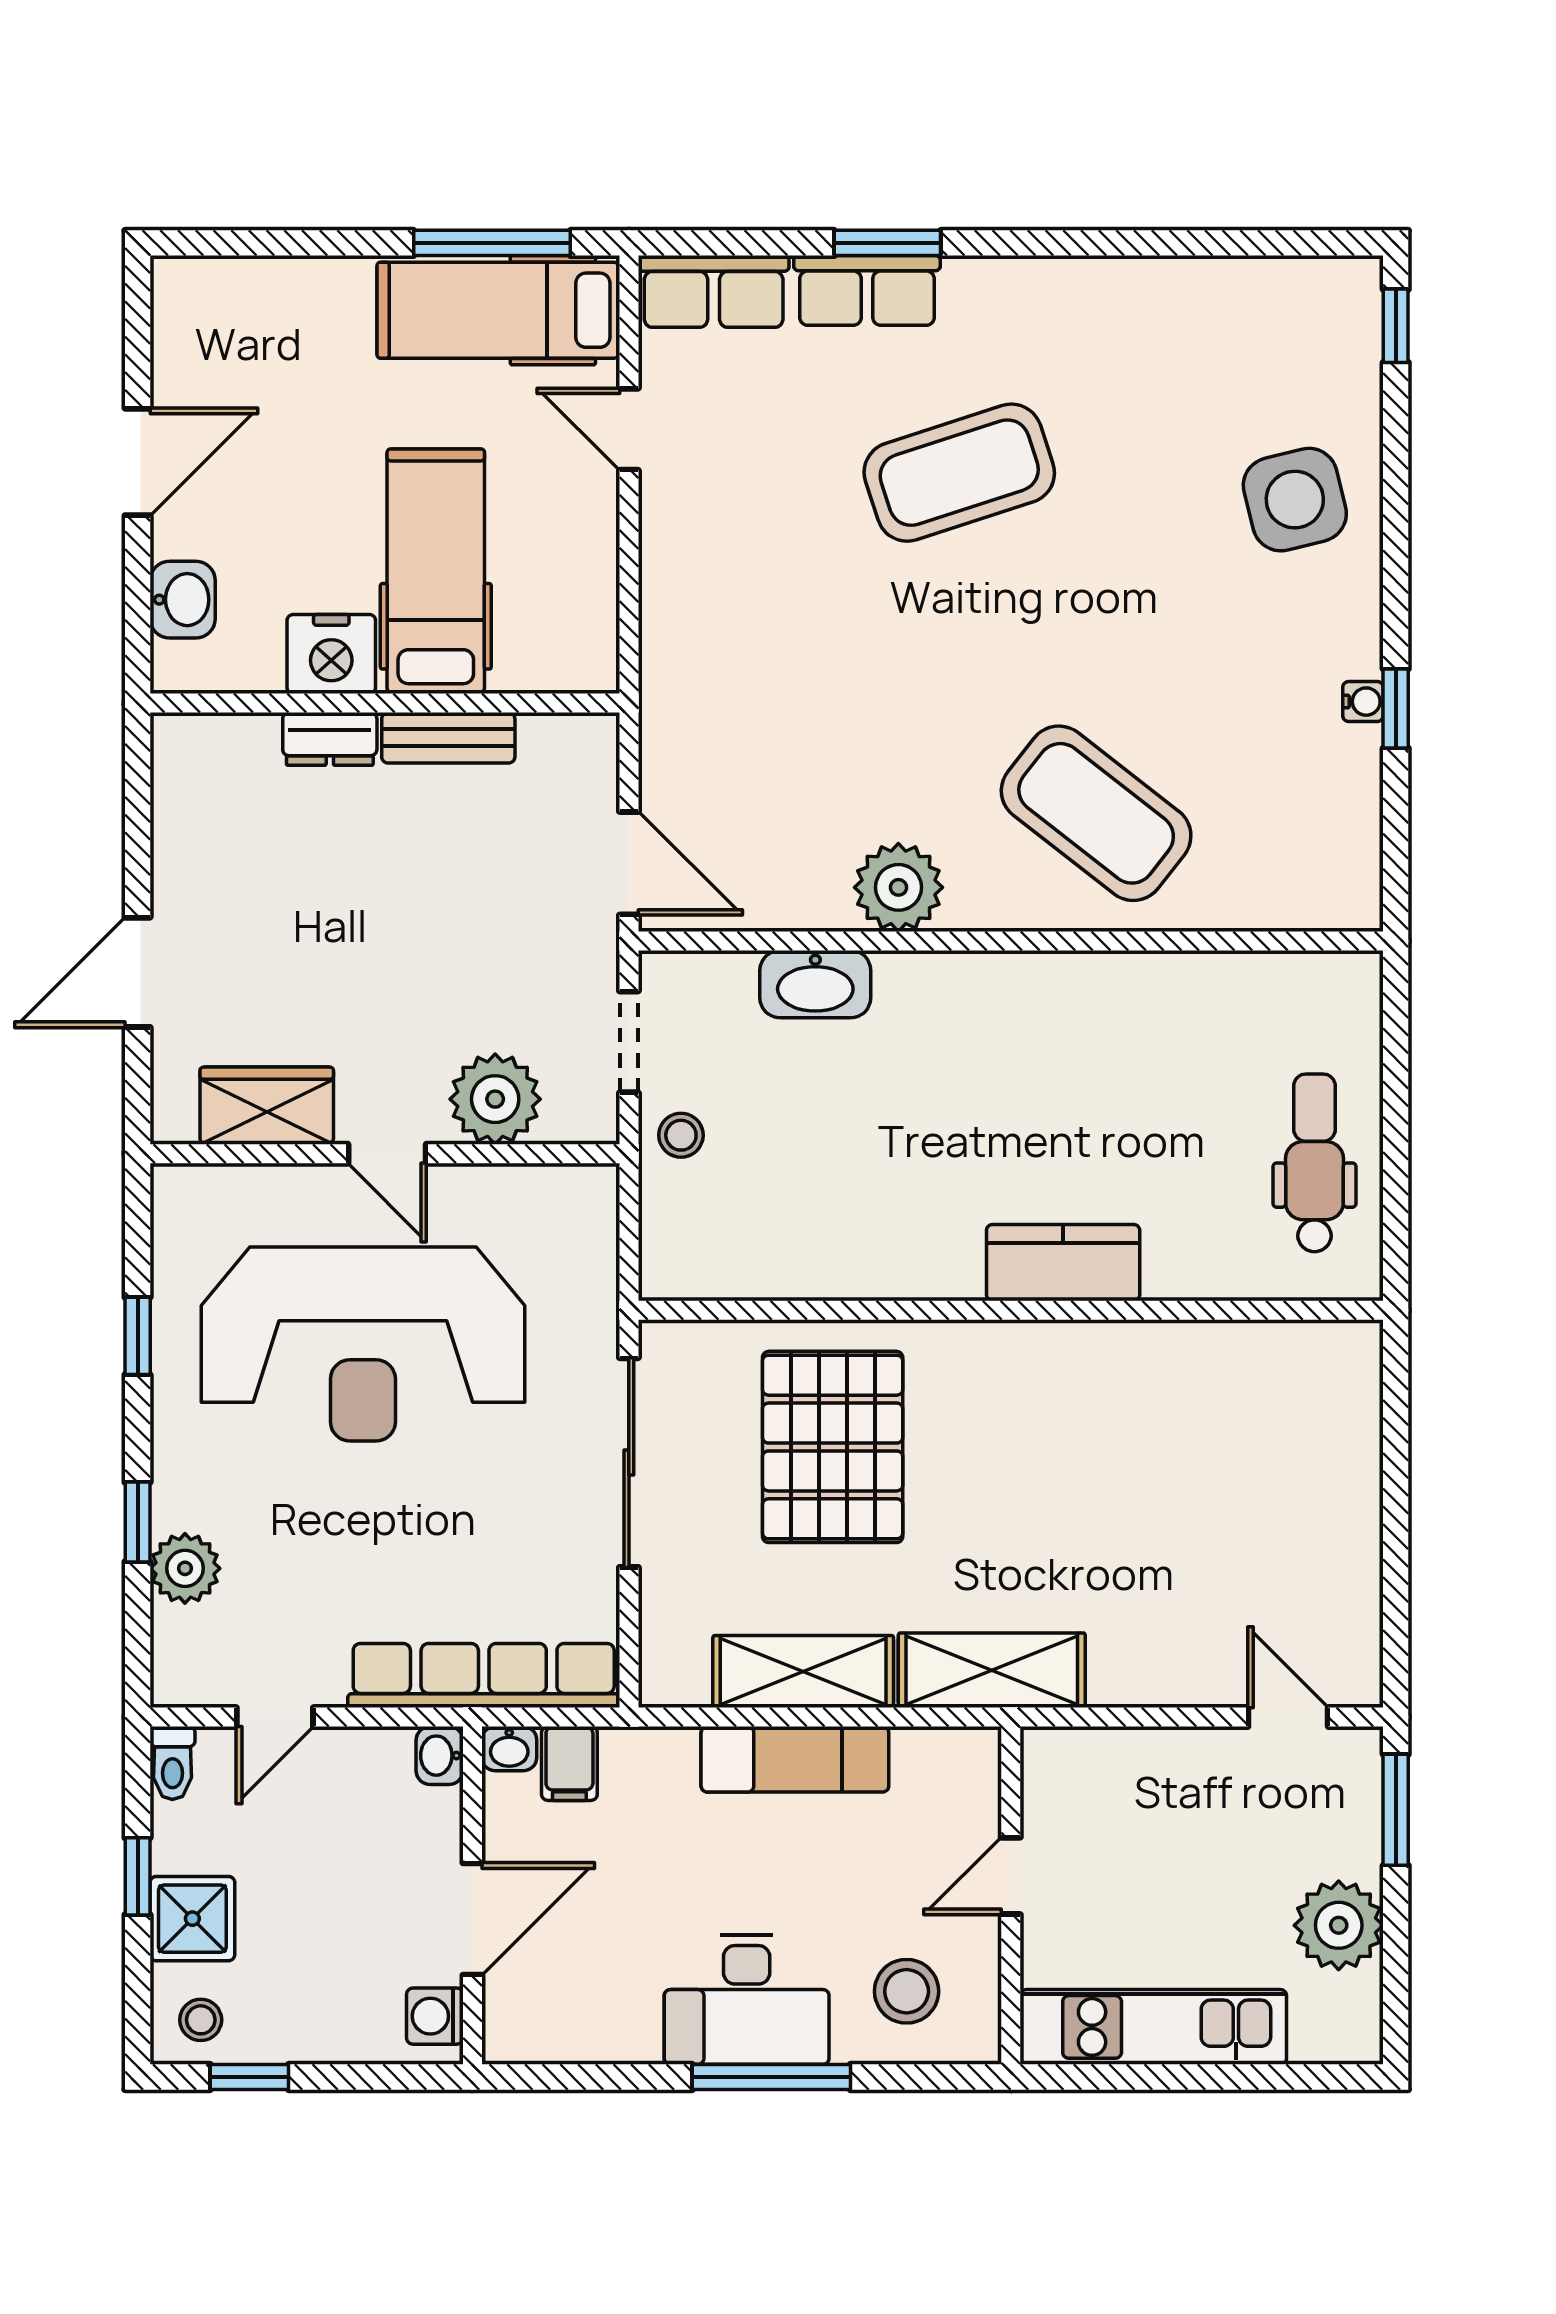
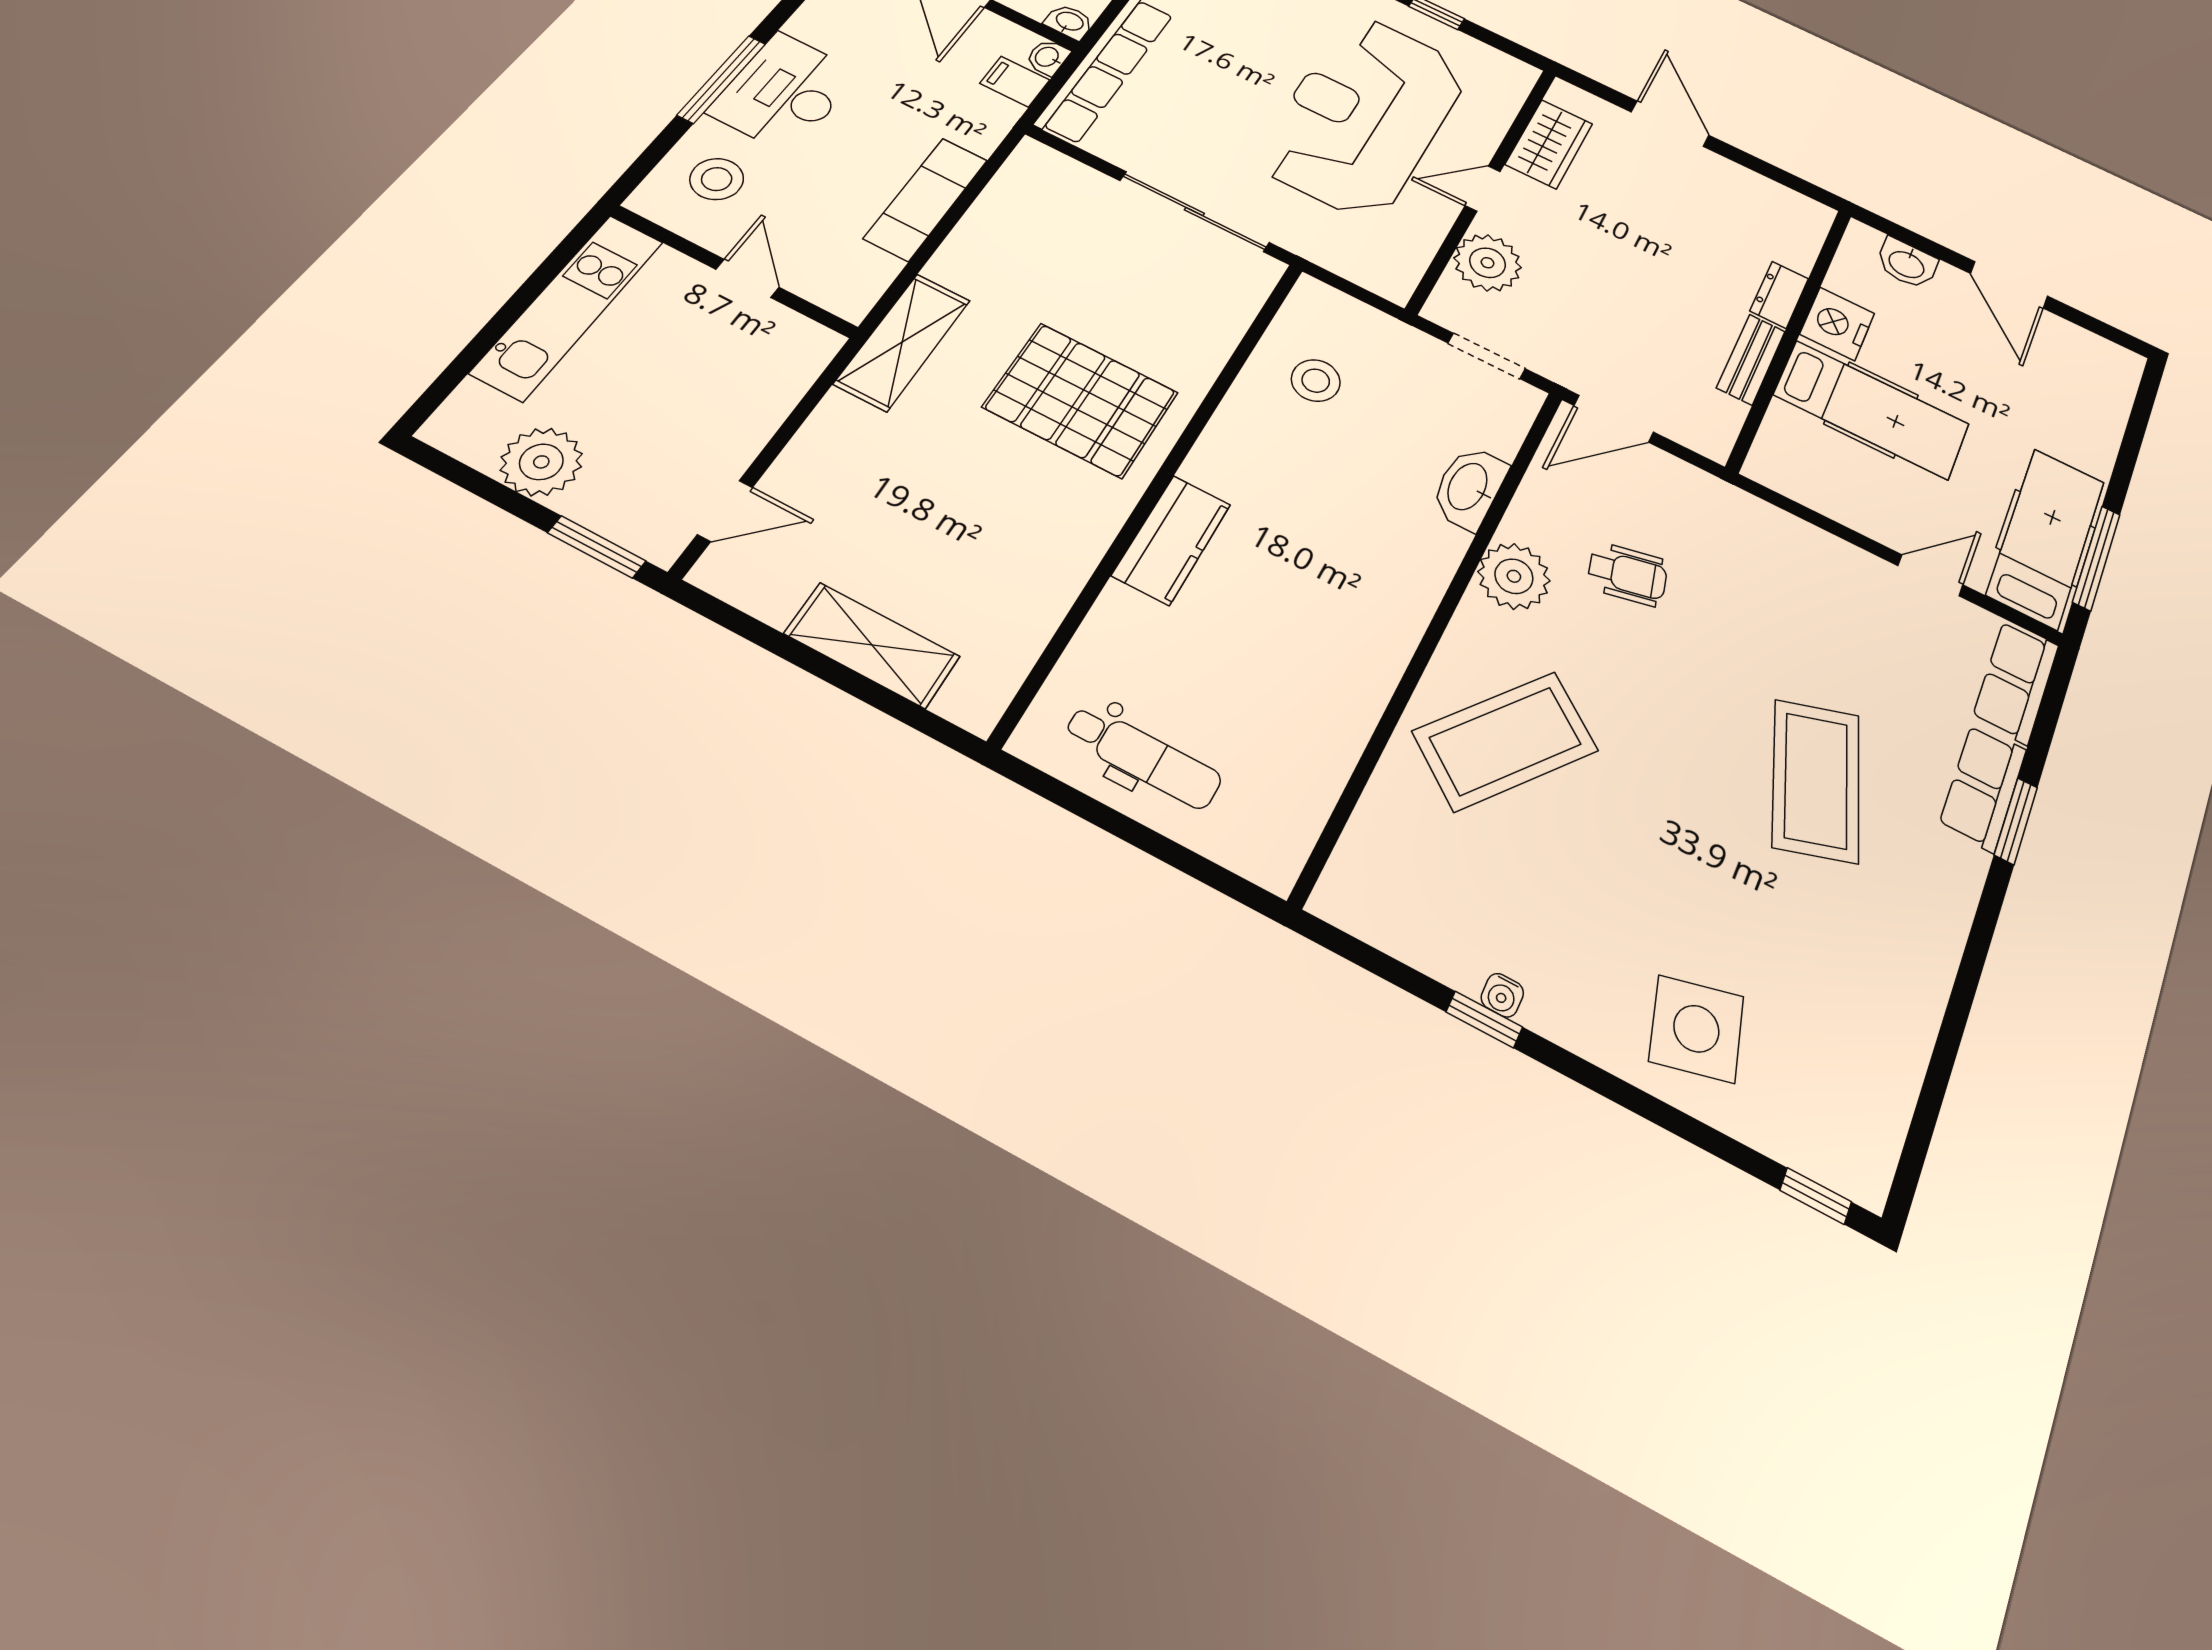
wheelchair: (825, 767) -> (1627, 574), added
stool: (681, 1135) -> (1316, 381), moved, width x1.37, depth x1.37
pallet: (833, 1447) -> (1081, 400), moved
shelving: (803, 1672) -> (872, 645), moved, turned 90

